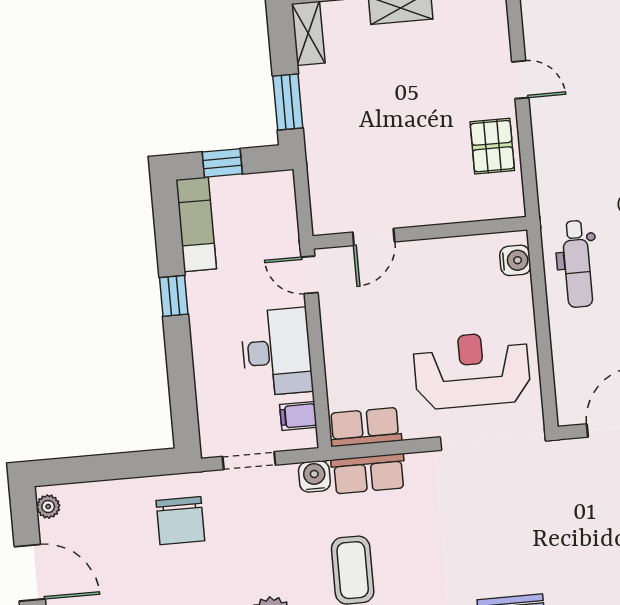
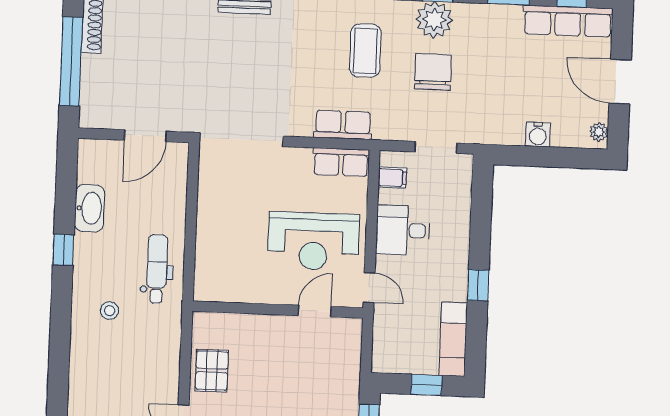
water cooler: (515, 260) -> (205, 278), removed
desk: (277, 352) -> (403, 230), width x0.73
reception desk: (472, 370) -> (313, 241), moved
water cooler: (314, 476) -> (538, 134), moved
chair: (180, 521) -> (433, 72), moved

